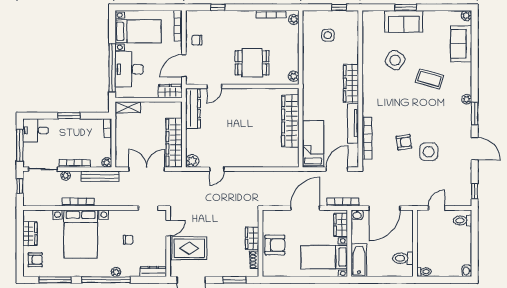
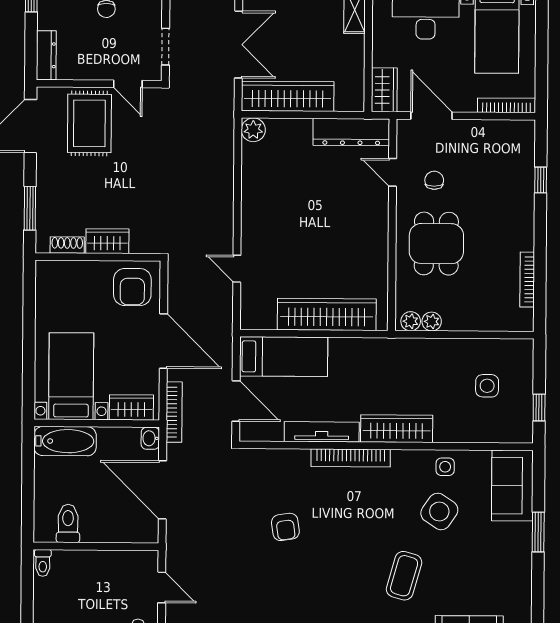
plant: (294, 19) -> (432, 321), moved
sofa: (404, 21) -> (512, 486), moved
chair: (197, 40) -> (434, 180), moved
bookcase: (367, 138) -> (351, 458), moved
side table: (429, 152) -> (445, 467), moved, width x0.54, depth x0.54
door: (217, 169) -> (237, 269), moved
armchair: (275, 245) -> (132, 287), moved

